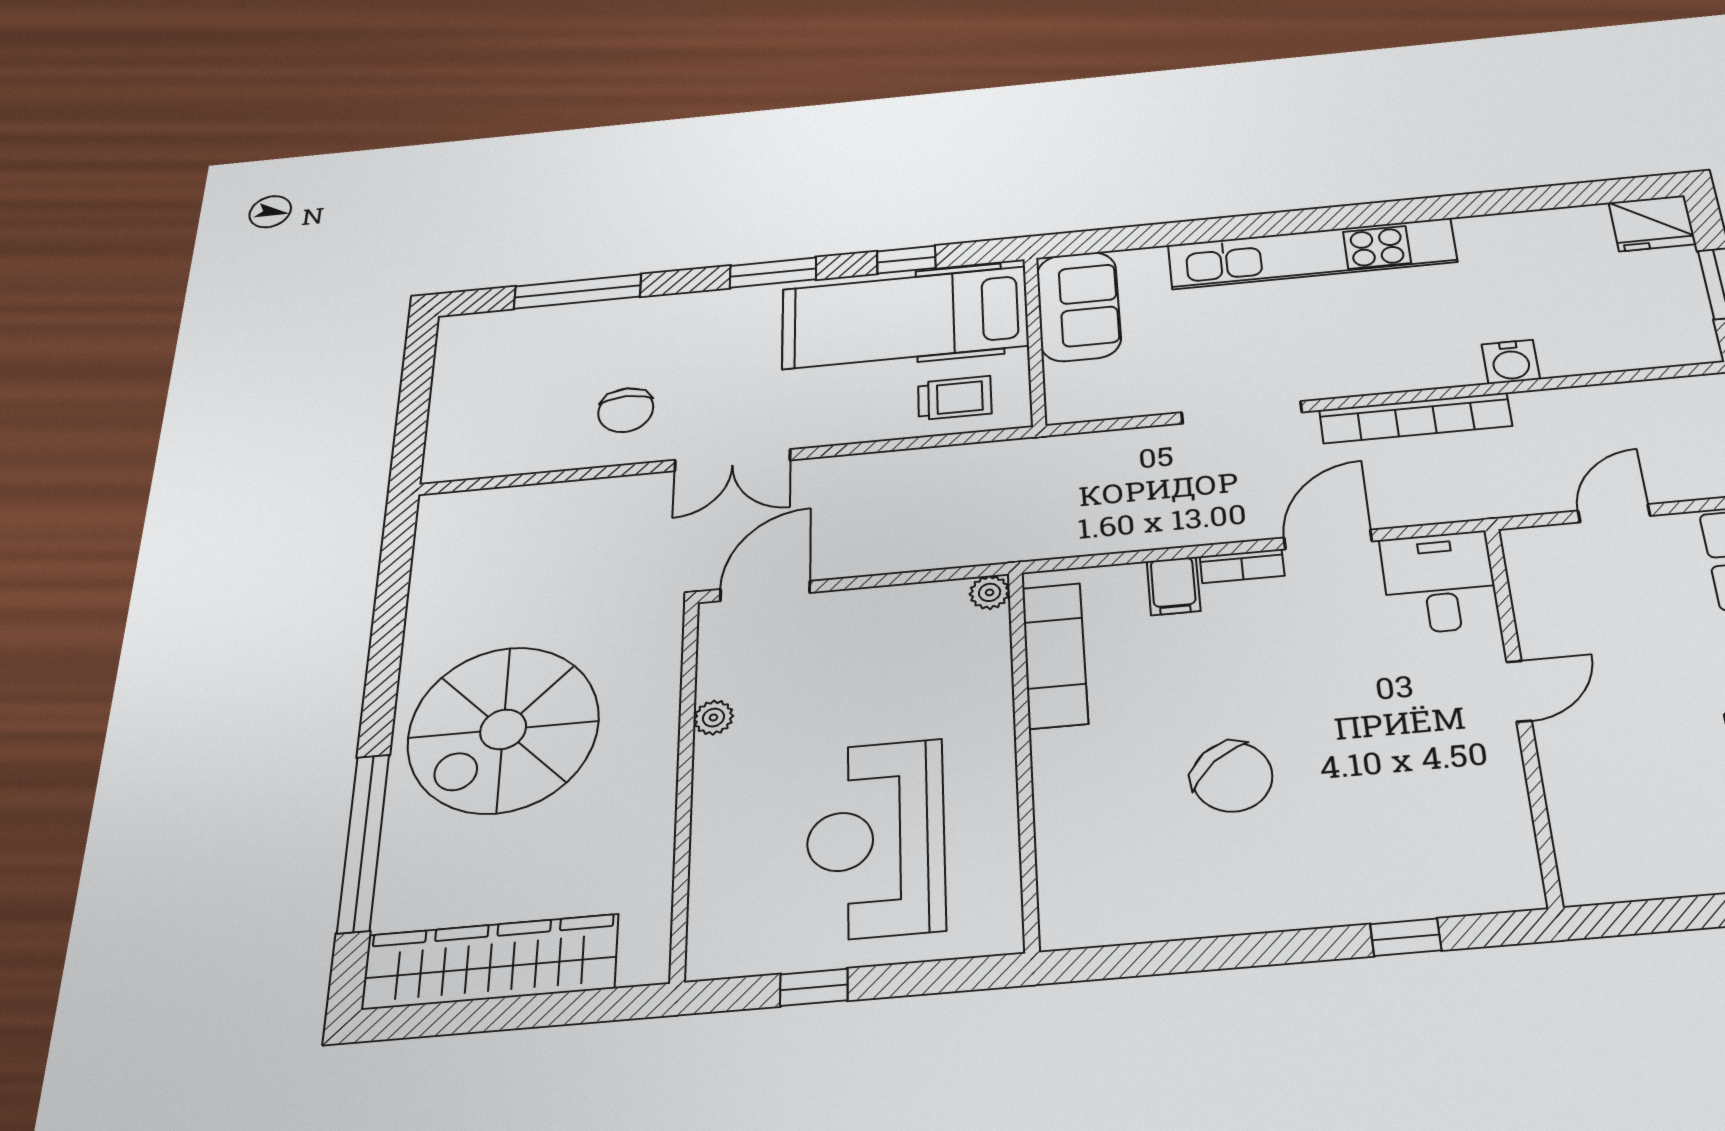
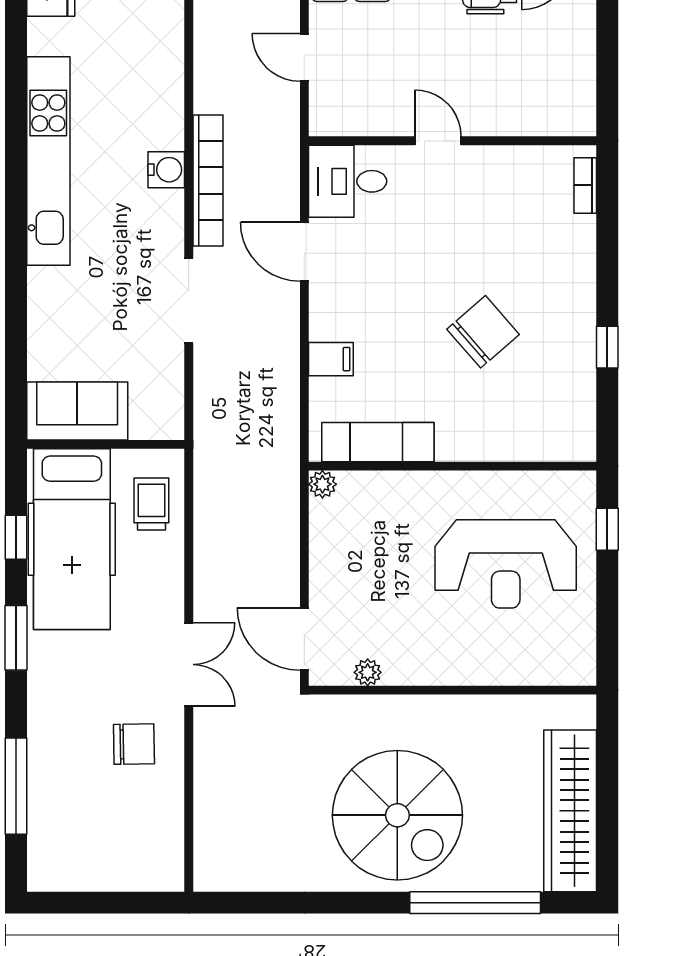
kitchen unit: (1312, 254) -> (48, 161), moved
water cooler: (1511, 362) -> (166, 170), moved
bookcase: (1242, 566) -> (585, 185), moved, turned 180
plant: (713, 718) -> (368, 672), moved
window: (1406, 937) -> (607, 347), moved
window: (814, 987) -> (607, 529), moved

